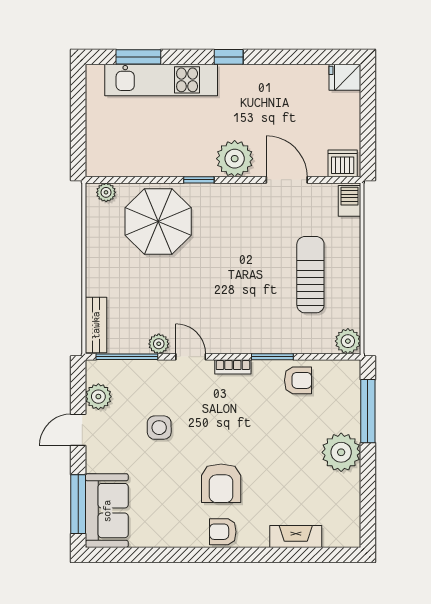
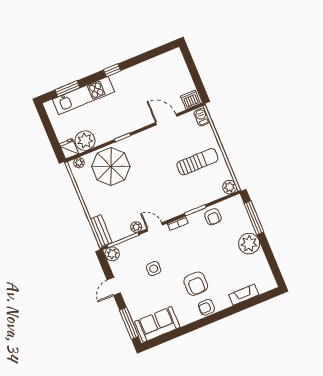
fridge: (345, 77) -> (69, 149), moved, turned 90
plant: (235, 159) -> (85, 141), moved
sun lounger: (310, 275) -> (197, 162), turned 90
armchair: (298, 380) -> (213, 217), turned 90
plant: (98, 397) -> (112, 254), moved
sofa: (107, 511) -> (157, 324), moved, turned -90

